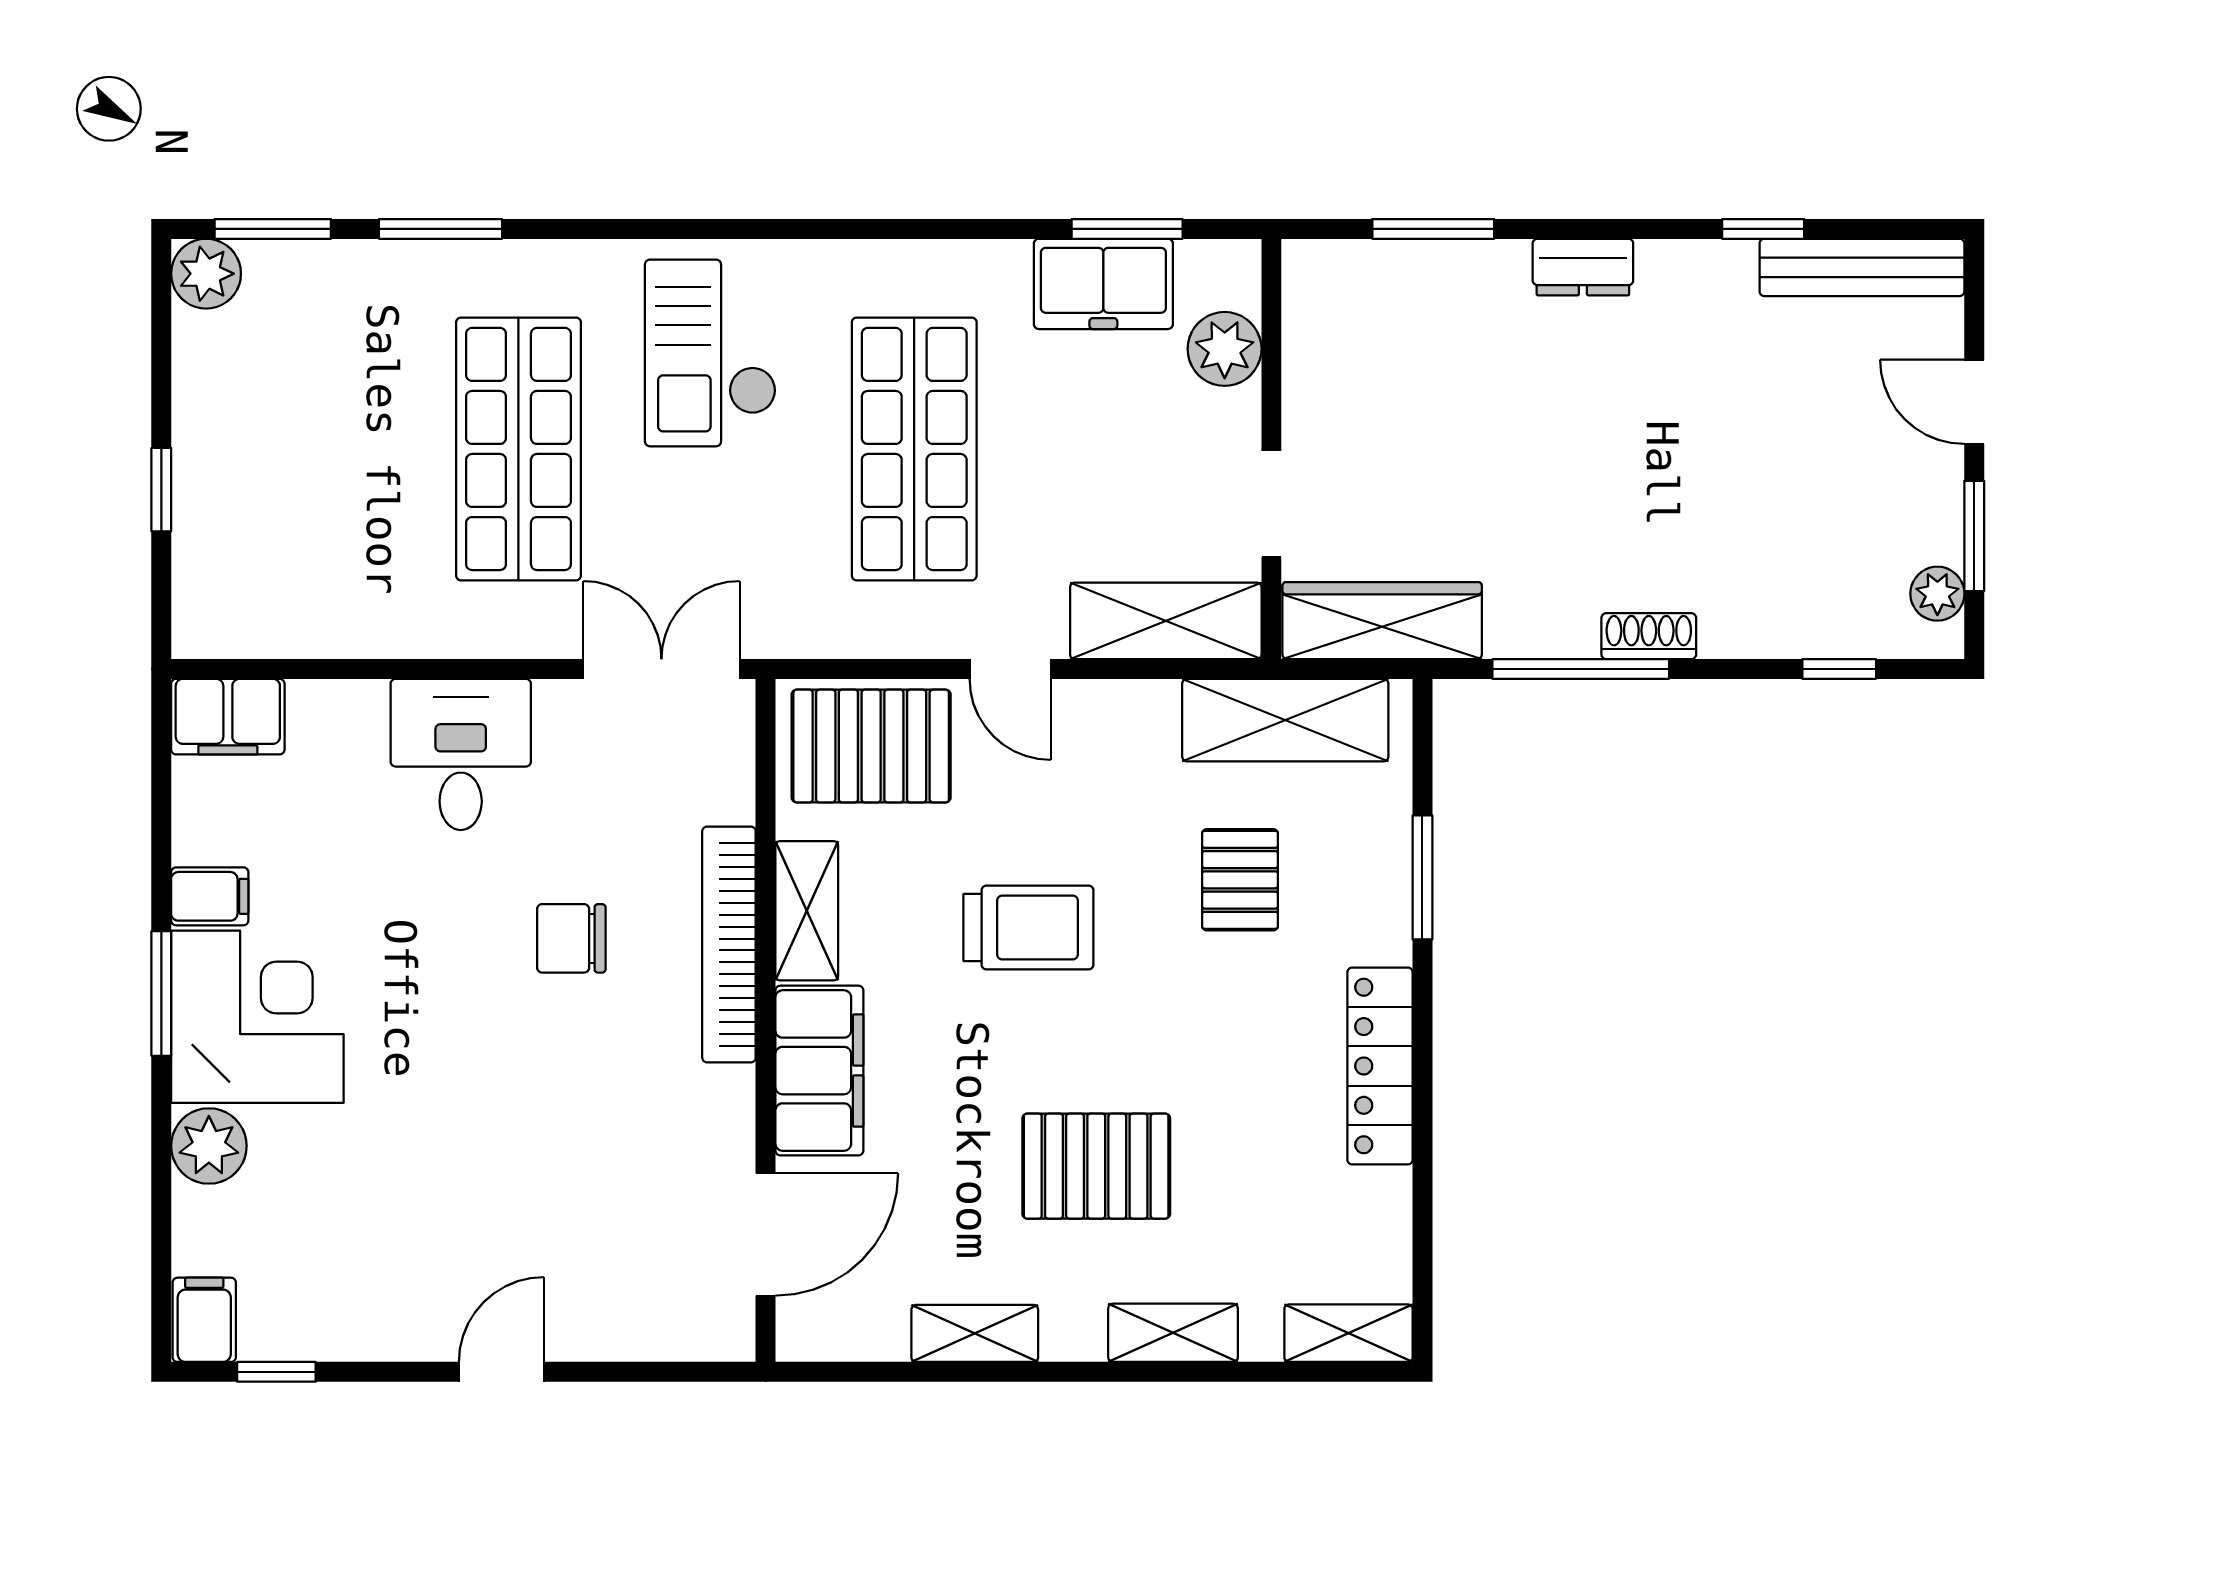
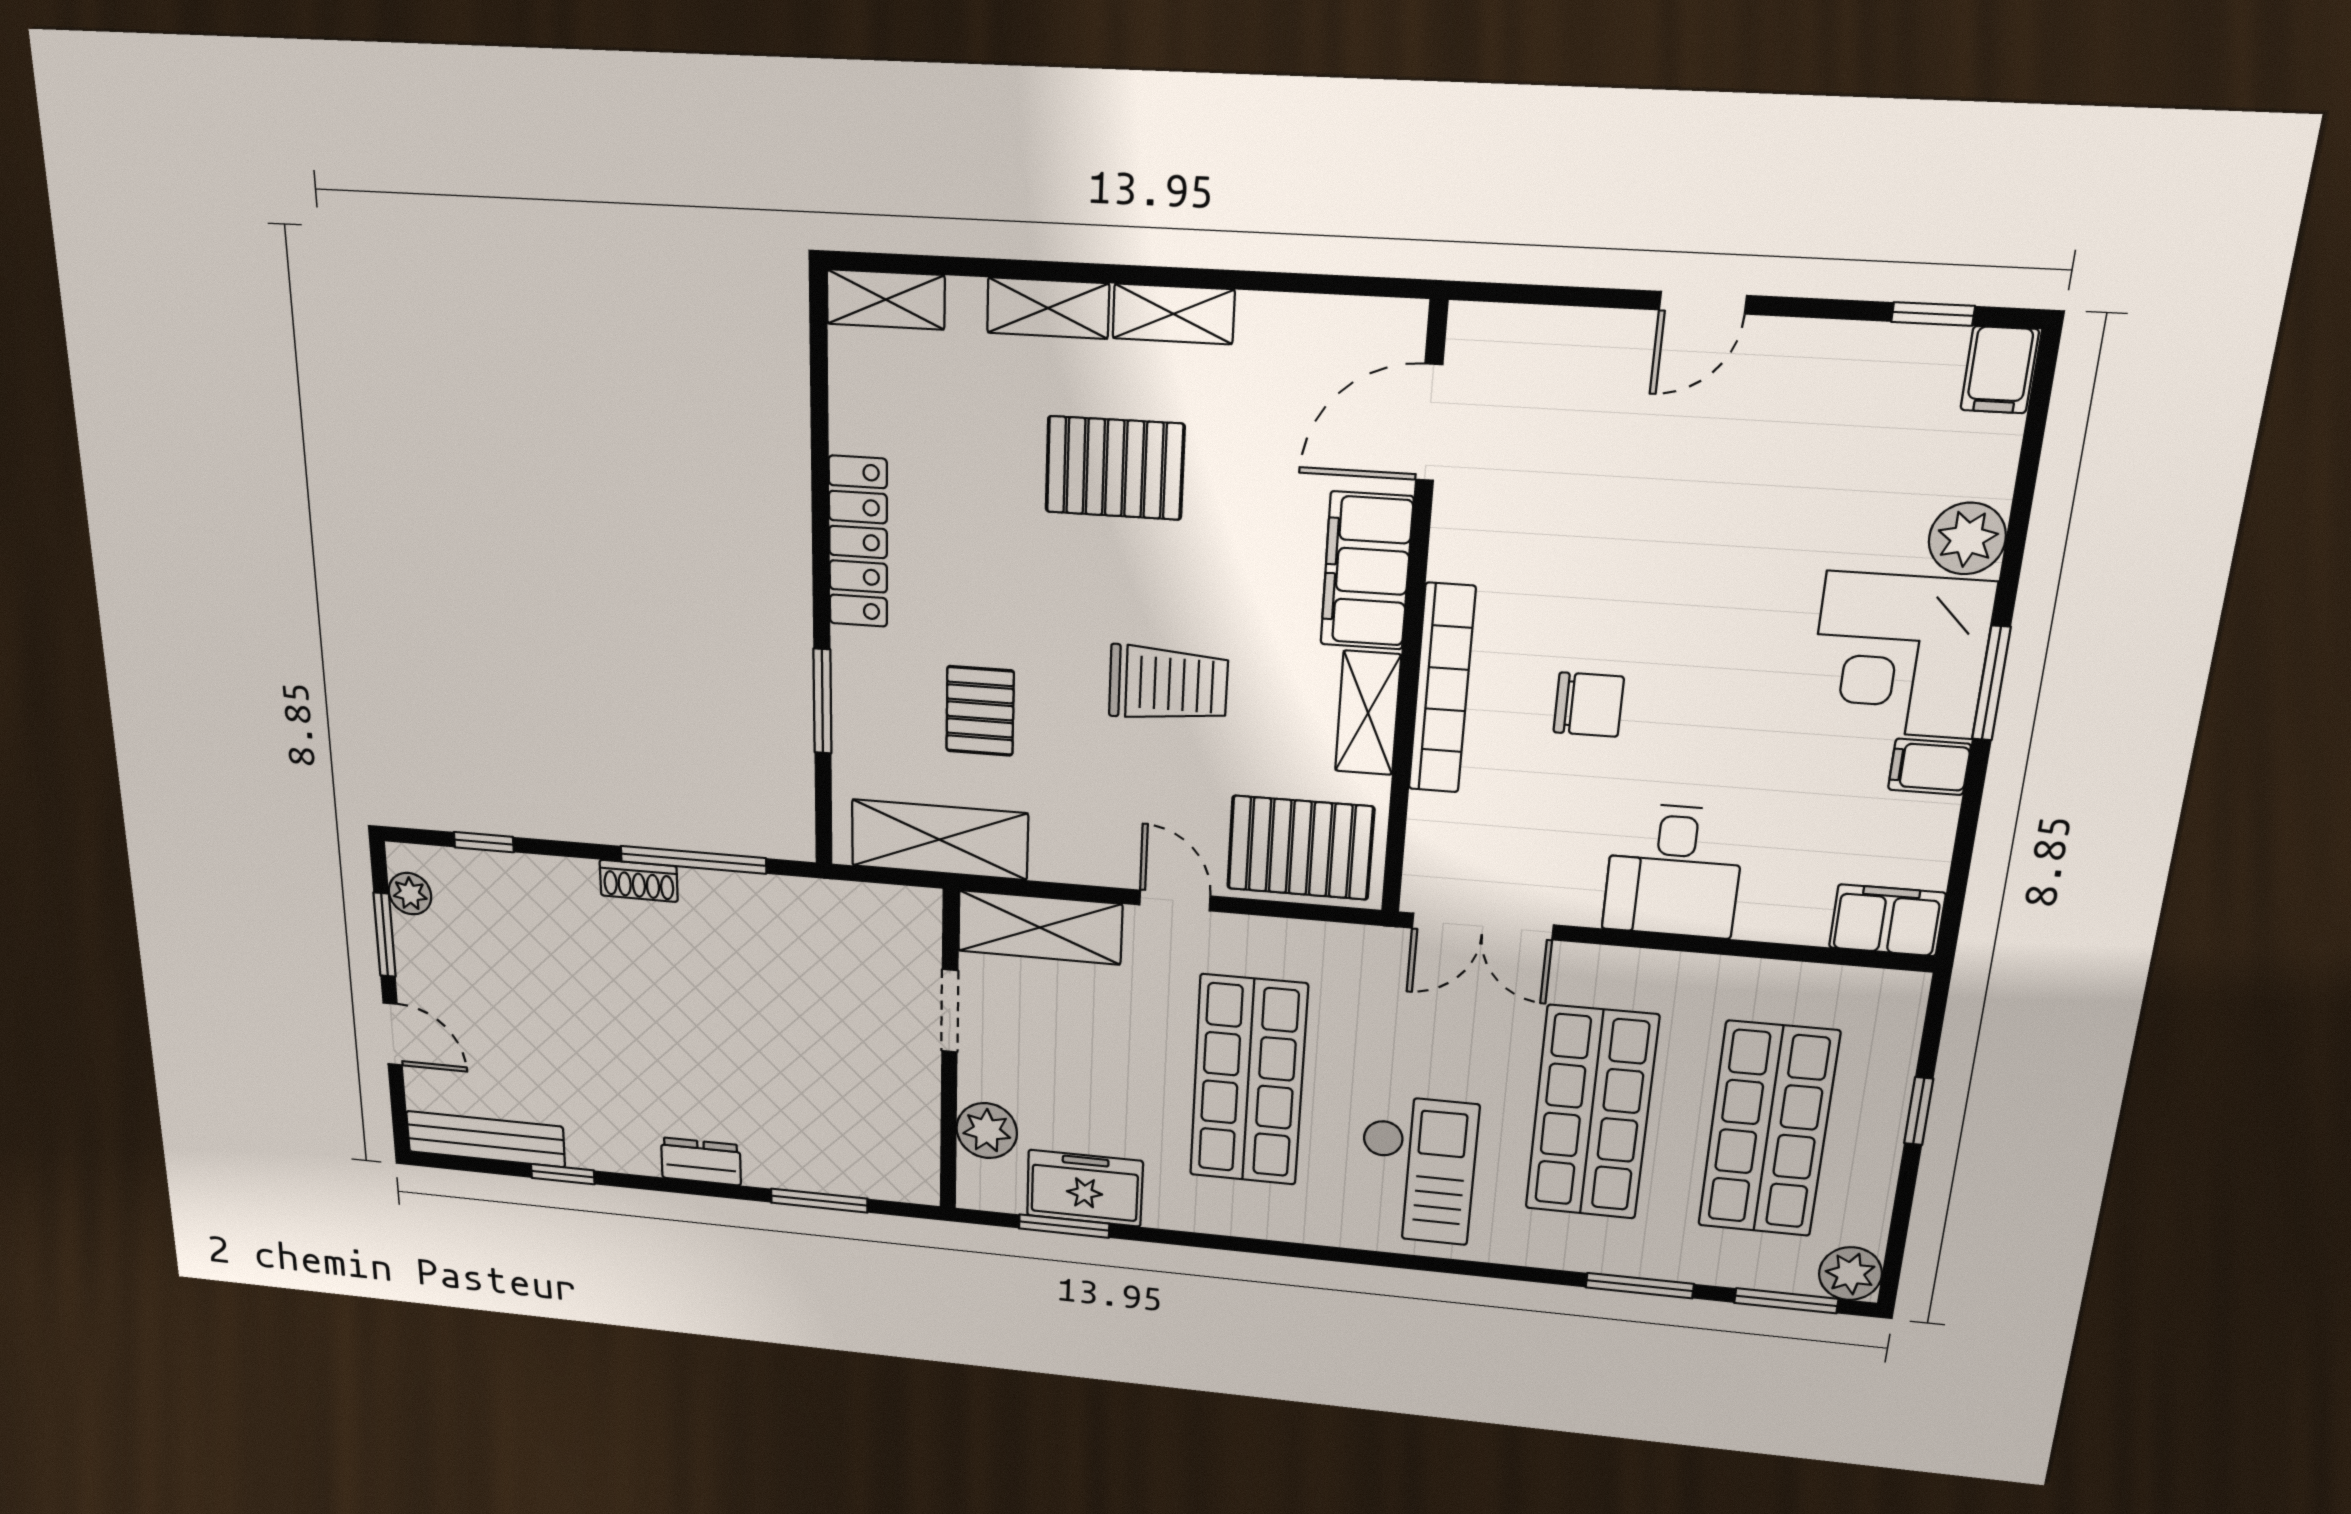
shop shelf: (321, 449) -> (1768, 1129), added
wardrobe: (1382, 621) -> (858, 912), removed
trolley: (1028, 928) -> (1168, 684), turned 180
shelving: (975, 1333) -> (1173, 314), moved

